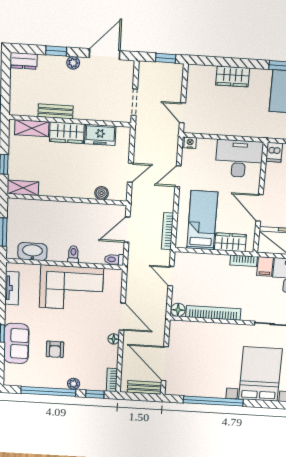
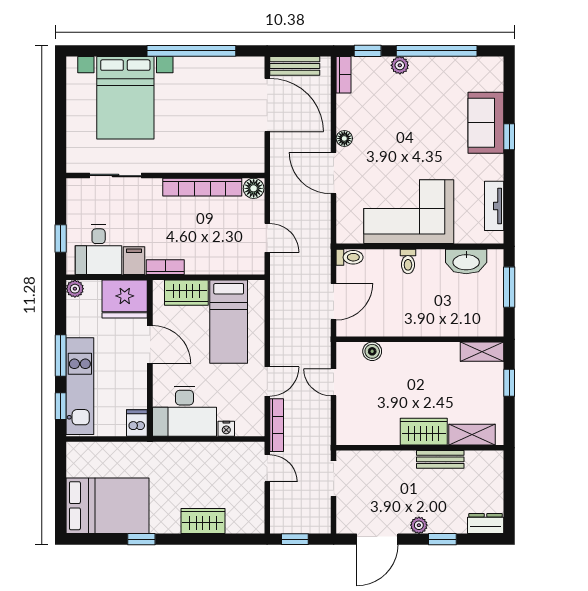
freezer: (100, 135) -> (378, 432), removed
nightstand: (190, 143) -> (226, 429), moved
door: (130, 173) -> (334, 382), hinge flipped
bookcase: (167, 231) -> (277, 425), moved
armchair: (55, 349) -> (429, 117), removed

